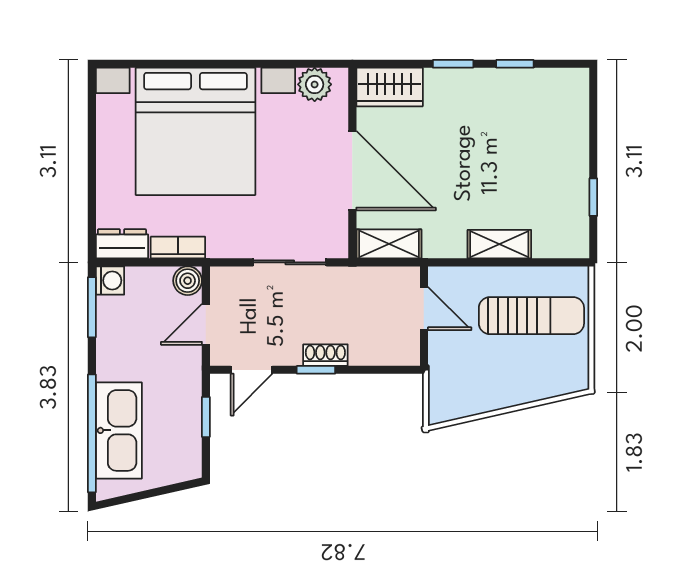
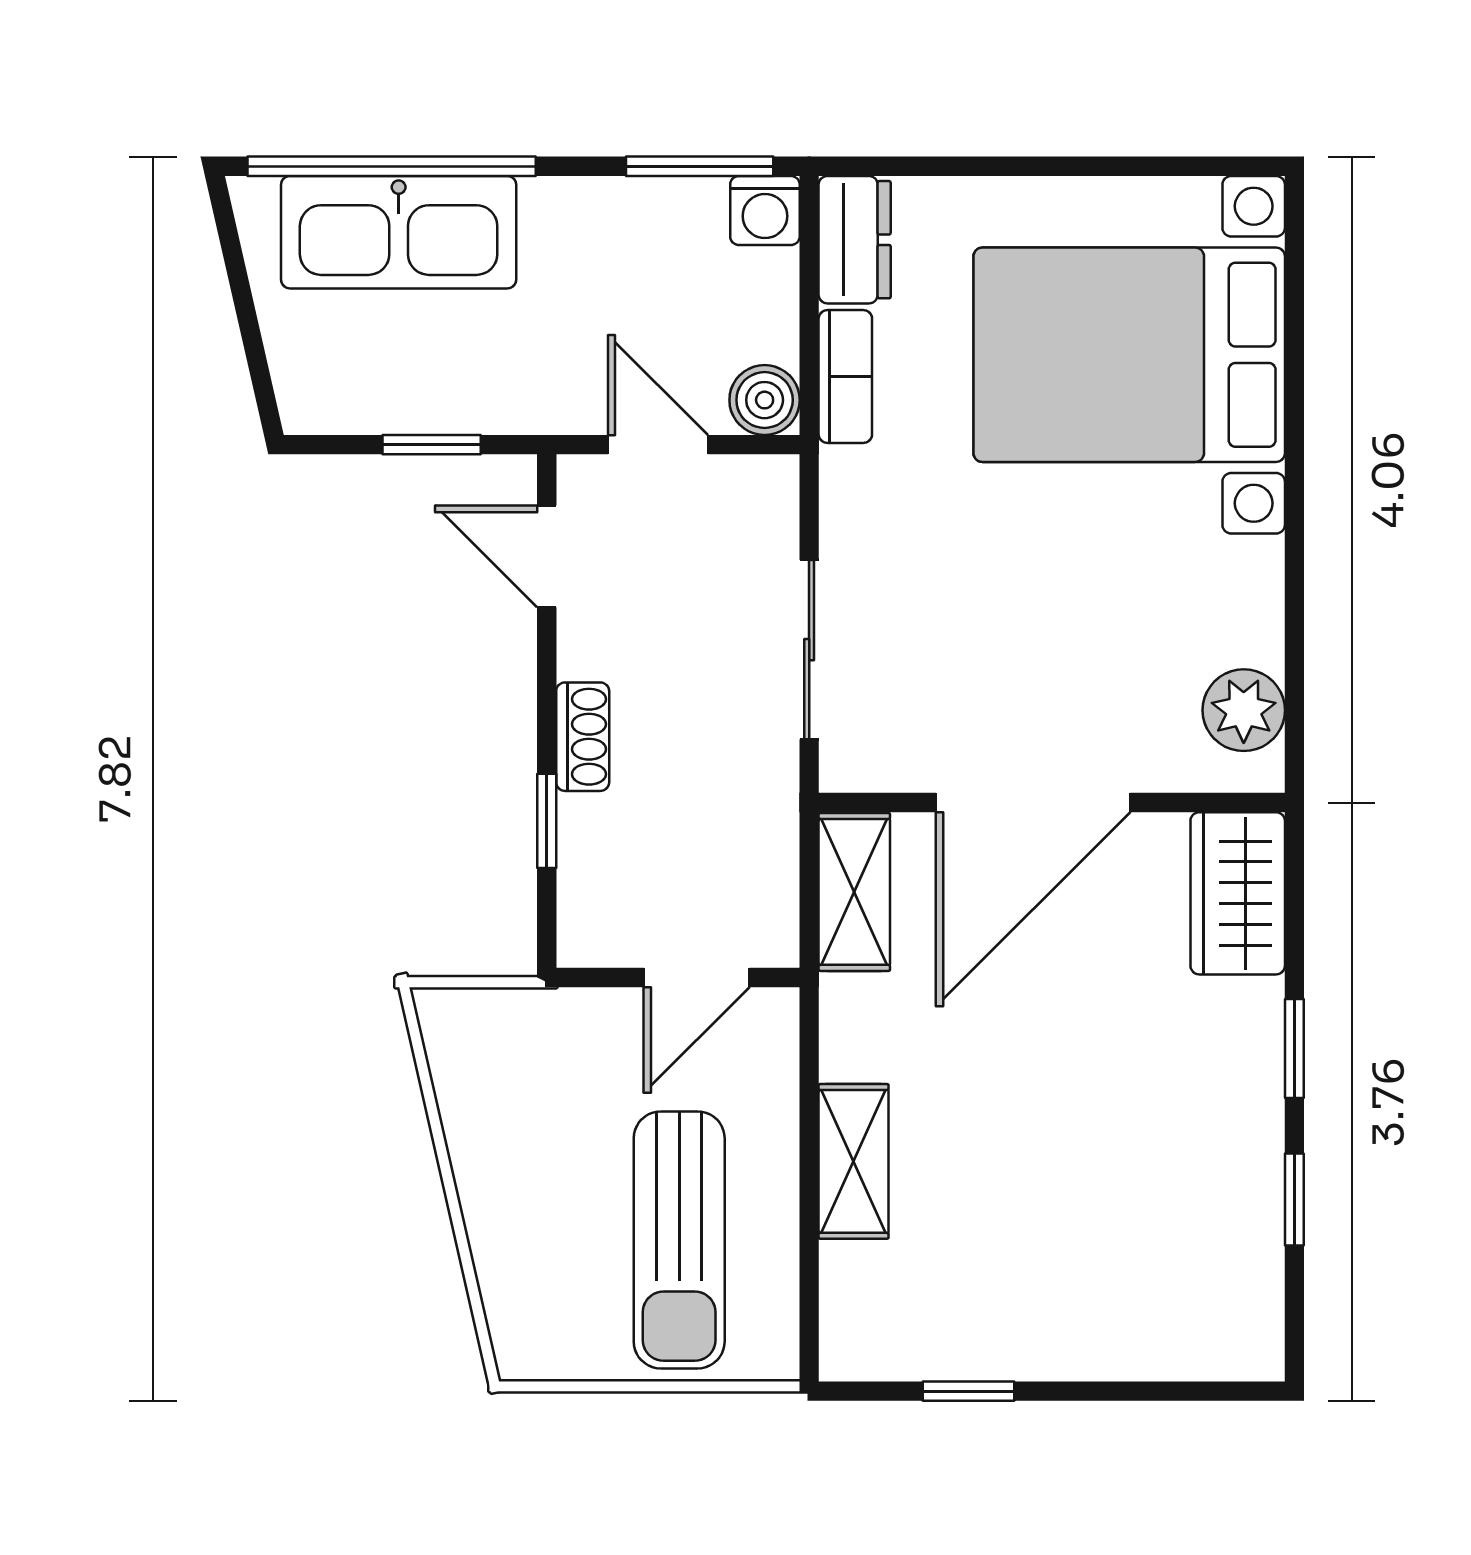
bed with nightstands: (195, 131) -> (1129, 355), width x0.73
window: (316, 370) -> (547, 821), moved

